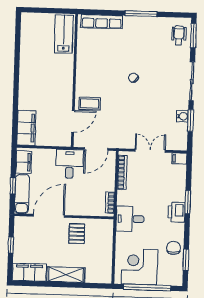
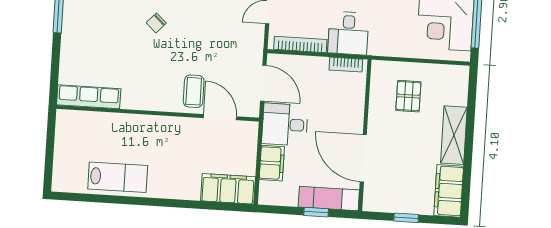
row of seats: (102, 22) -> (89, 97), moved, turned -90
lab bench: (64, 34) -> (118, 177), moved, turned 180
filing cabinet: (24, 162) -> (272, 163), moved, turned 90
desk: (130, 219) -> (348, 33), moved
pallet: (77, 234) -> (408, 96), moved, turned 90

